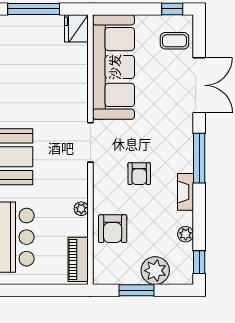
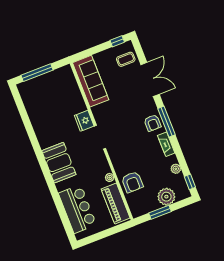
fridge: (76, 28) -> (84, 121), moved
sofa: (114, 67) -> (91, 81), width x0.74, depth x0.79
armchair: (139, 174) -> (153, 123), moved
piano: (78, 259) -> (116, 204), width x1.37, depth x1.33

